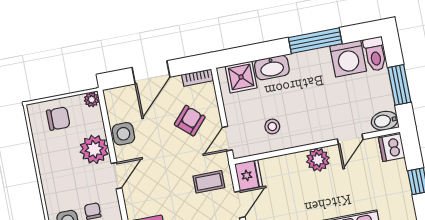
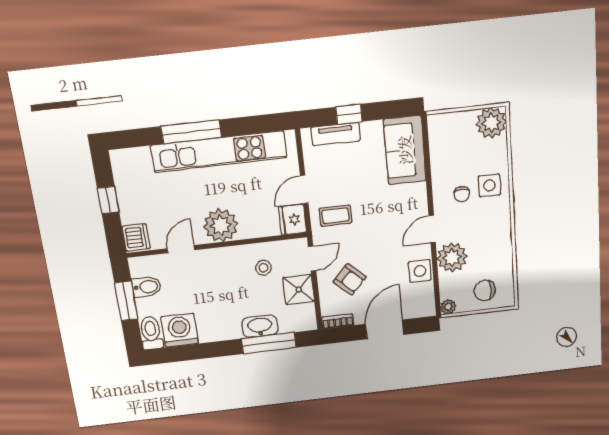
window: (315, 41) -> (269, 343), moved
shower: (241, 77) -> (299, 290), moved
armchair: (190, 121) -> (350, 279), turned -89
bidet: (385, 121) -> (147, 287), moved
plant: (318, 160) -> (221, 225), width x1.36, depth x1.36

